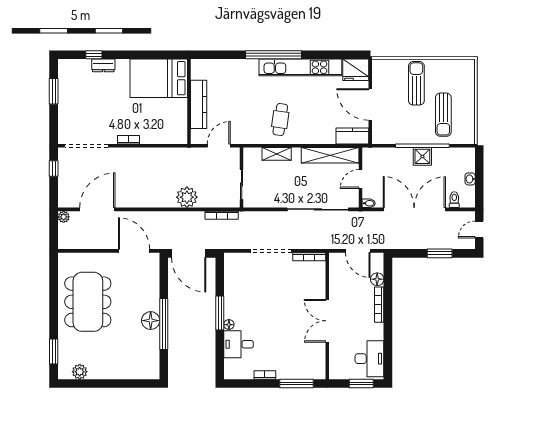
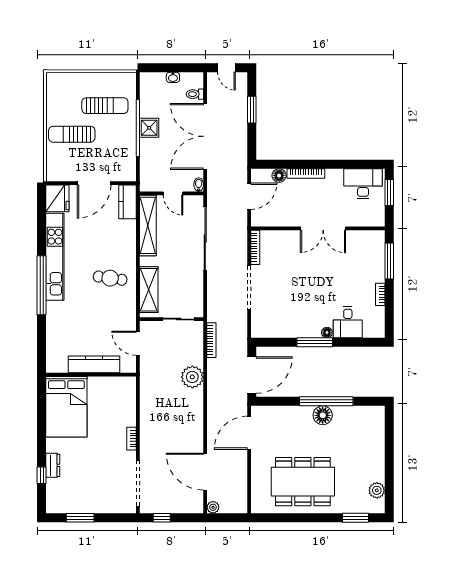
shelving: (277, 154) -> (149, 290), width x1.50, depth x1.33

